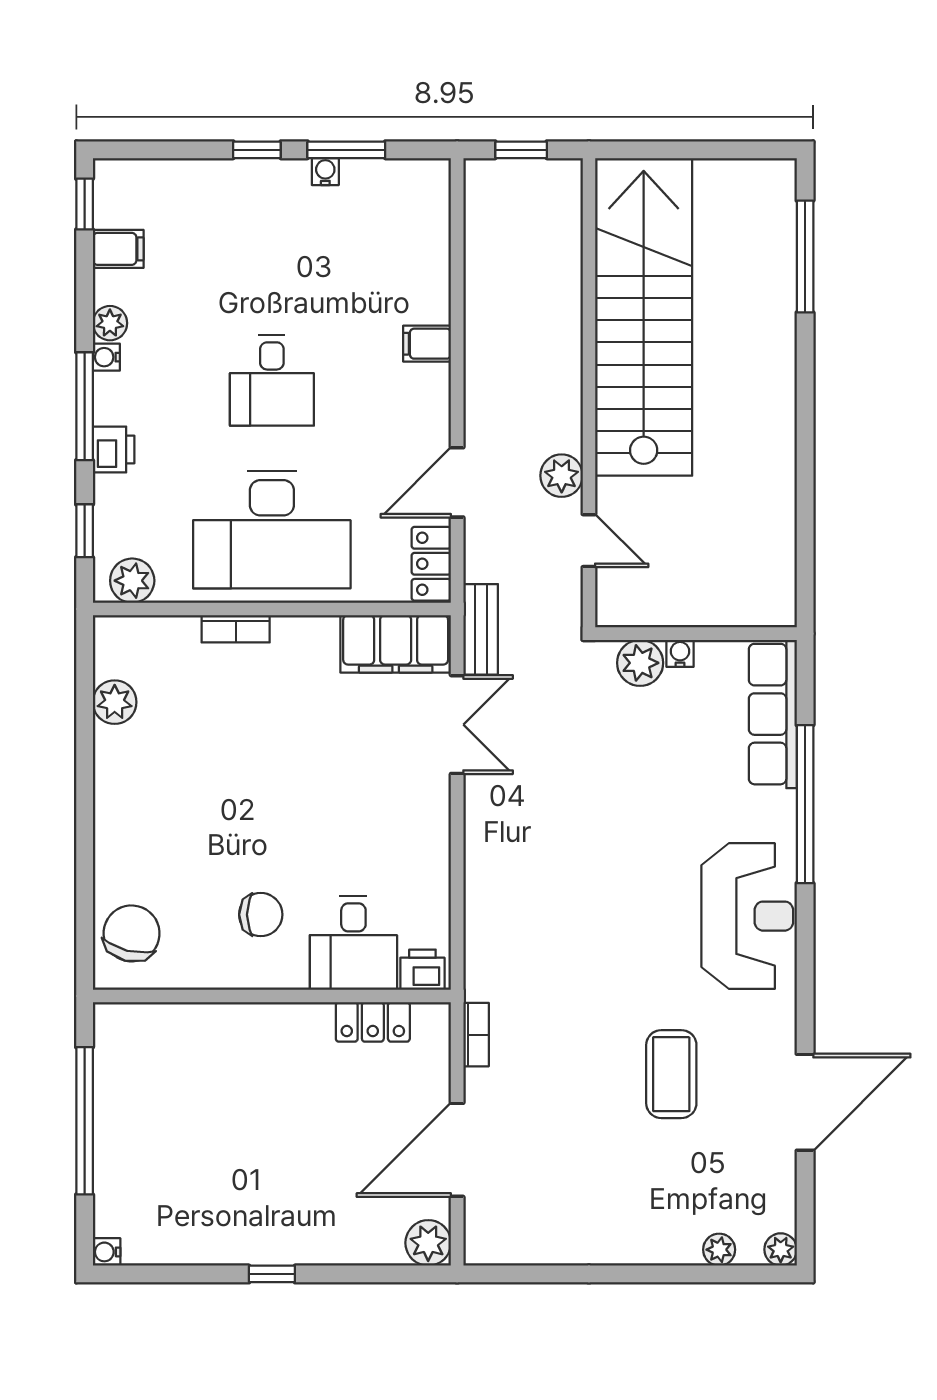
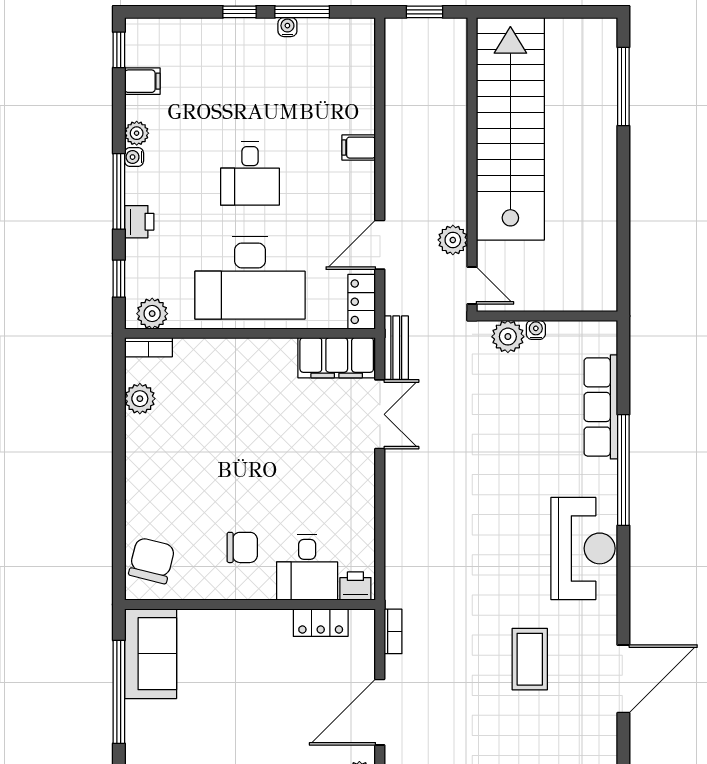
bookcase: (236, 629) -> (148, 347), moved
wall: (696, 634) -> (547, 316), moved
water cooler: (680, 653) -> (536, 330), moved
plant: (640, 663) -> (508, 337), moved
sofa: (130, 1066) -> (151, 654), added

